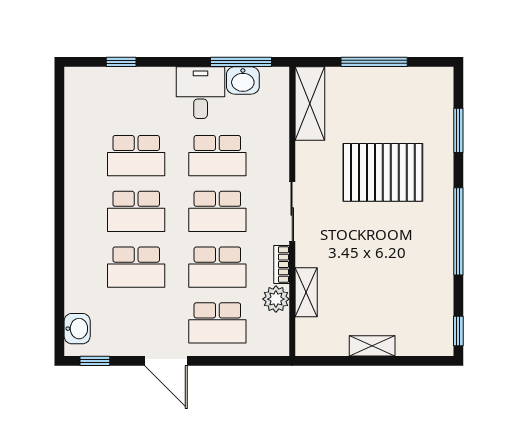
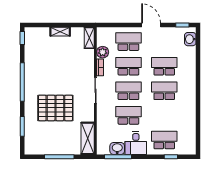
school desk: (136, 156) -> (164, 140), moved
shelving: (306, 292) -> (89, 38), moved

